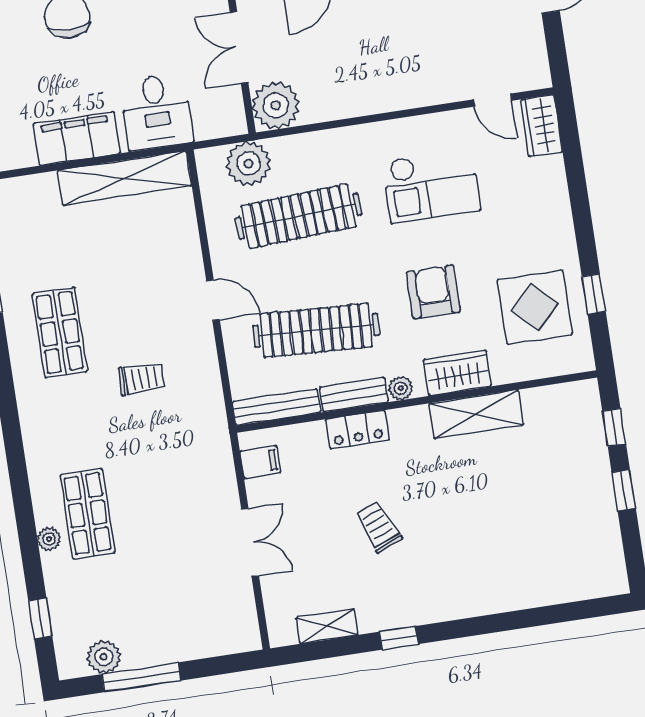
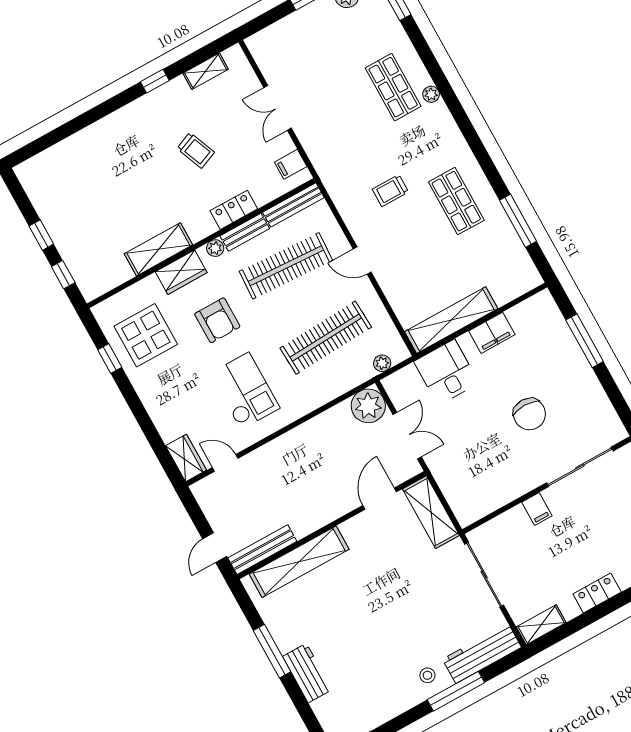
filing cabinet: (77, 138) -> (492, 333), width x0.67, depth x0.86
plant: (248, 164) -> (382, 363), width x0.53, depth x0.53
checkout: (431, 186) -> (245, 391), turned 90
plant: (49, 539) -> (431, 94), moved

